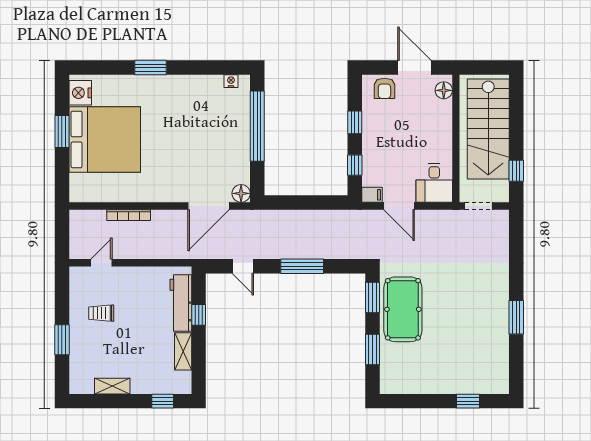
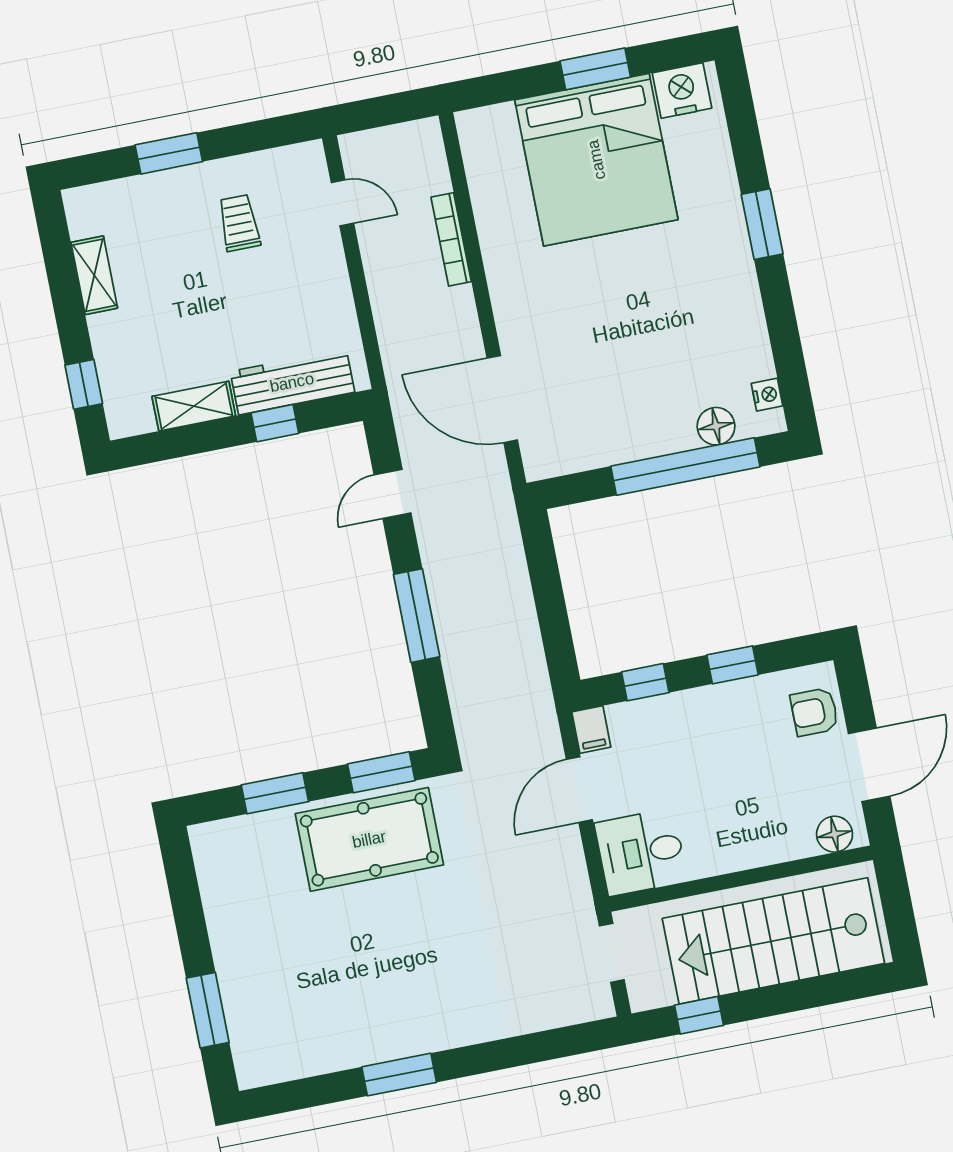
floor lamp: (241, 193) -> (716, 426), moved
window: (468, 401) -> (208, 1010), width x1.50

